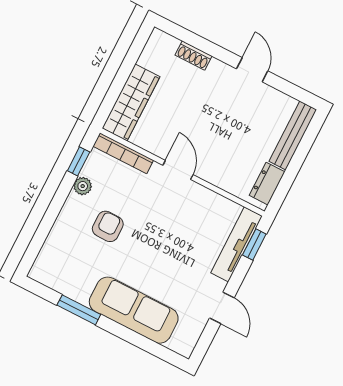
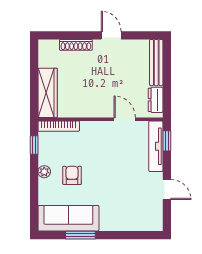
shoe rack: (193, 56) -> (76, 45), width x1.43
door: (178, 170) -> (125, 119), moved
plant: (83, 186) -> (44, 172), moved
sofa: (134, 310) -> (68, 218), moved

